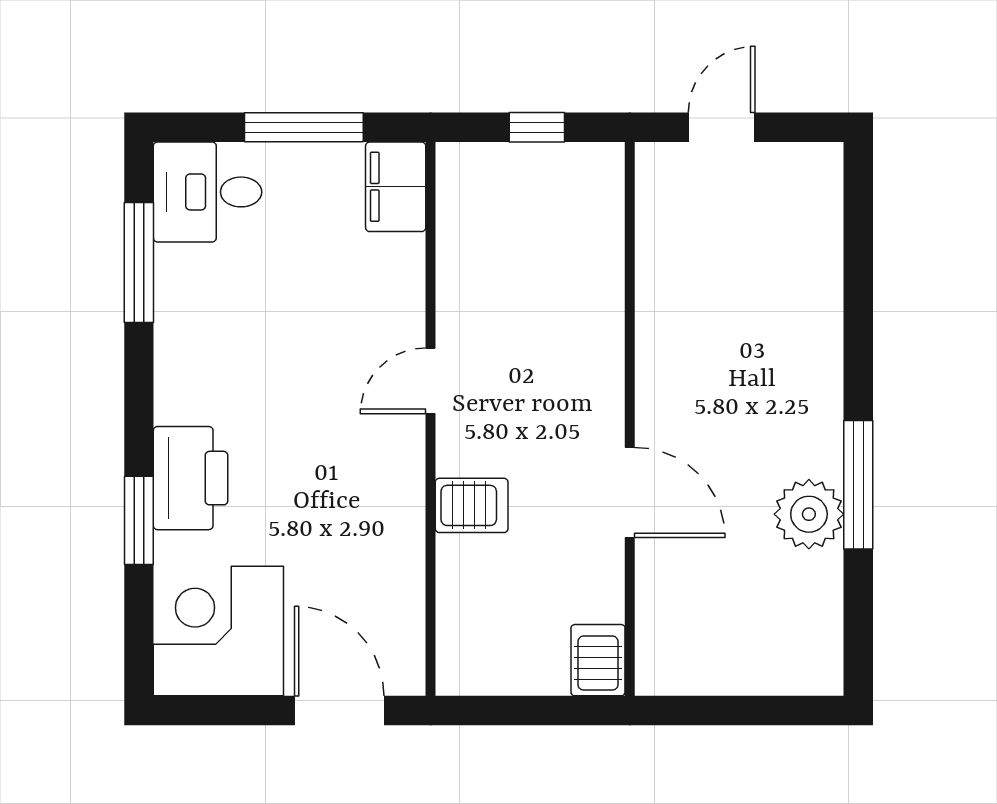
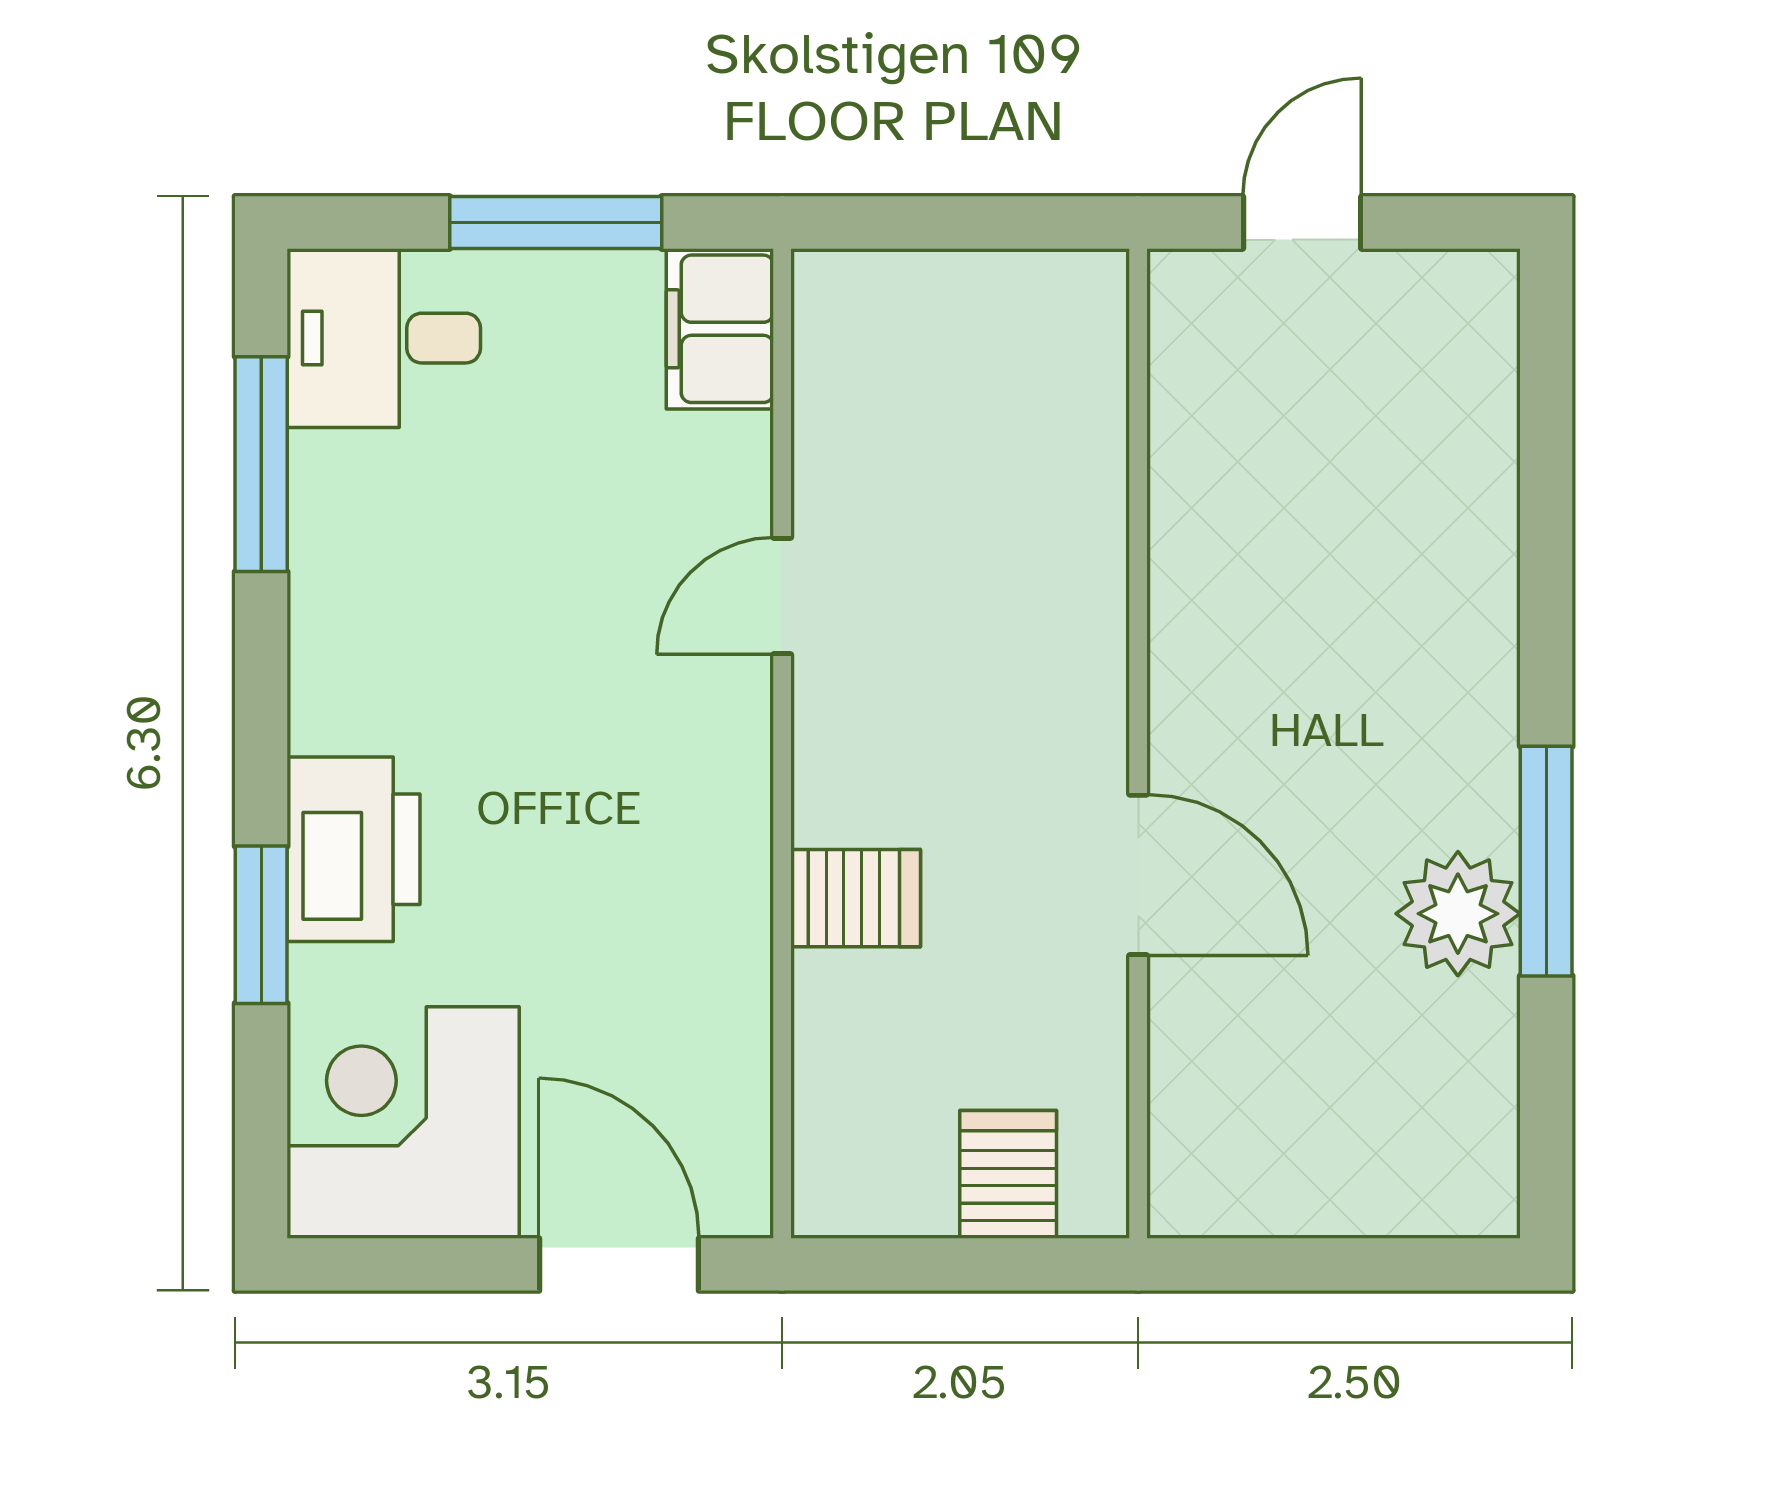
window: (537, 127) -> (972, 222), removed
door: (431, 381) -> (782, 596), moved
server rack: (598, 660) -> (1008, 1174), moved

